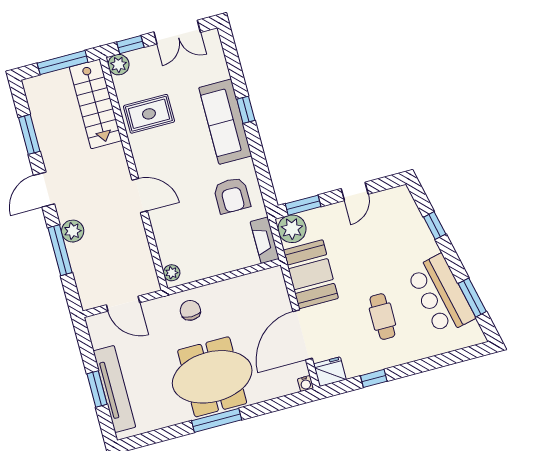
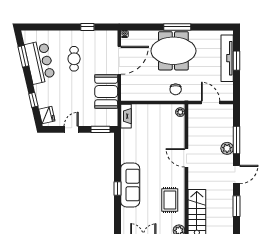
rug: (149, 114) -> (170, 200), turned 90
armchair: (232, 195) -> (137, 145), removed
plant: (292, 229) -> (110, 118), removed
fridge: (330, 372) -> (47, 115), moved, turned -103

